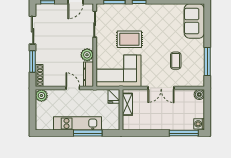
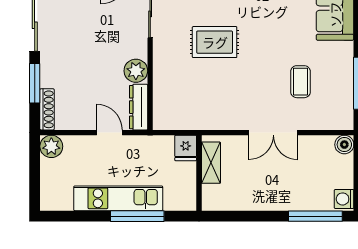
corner sofa: (119, 71) -> (195, 100), removed

